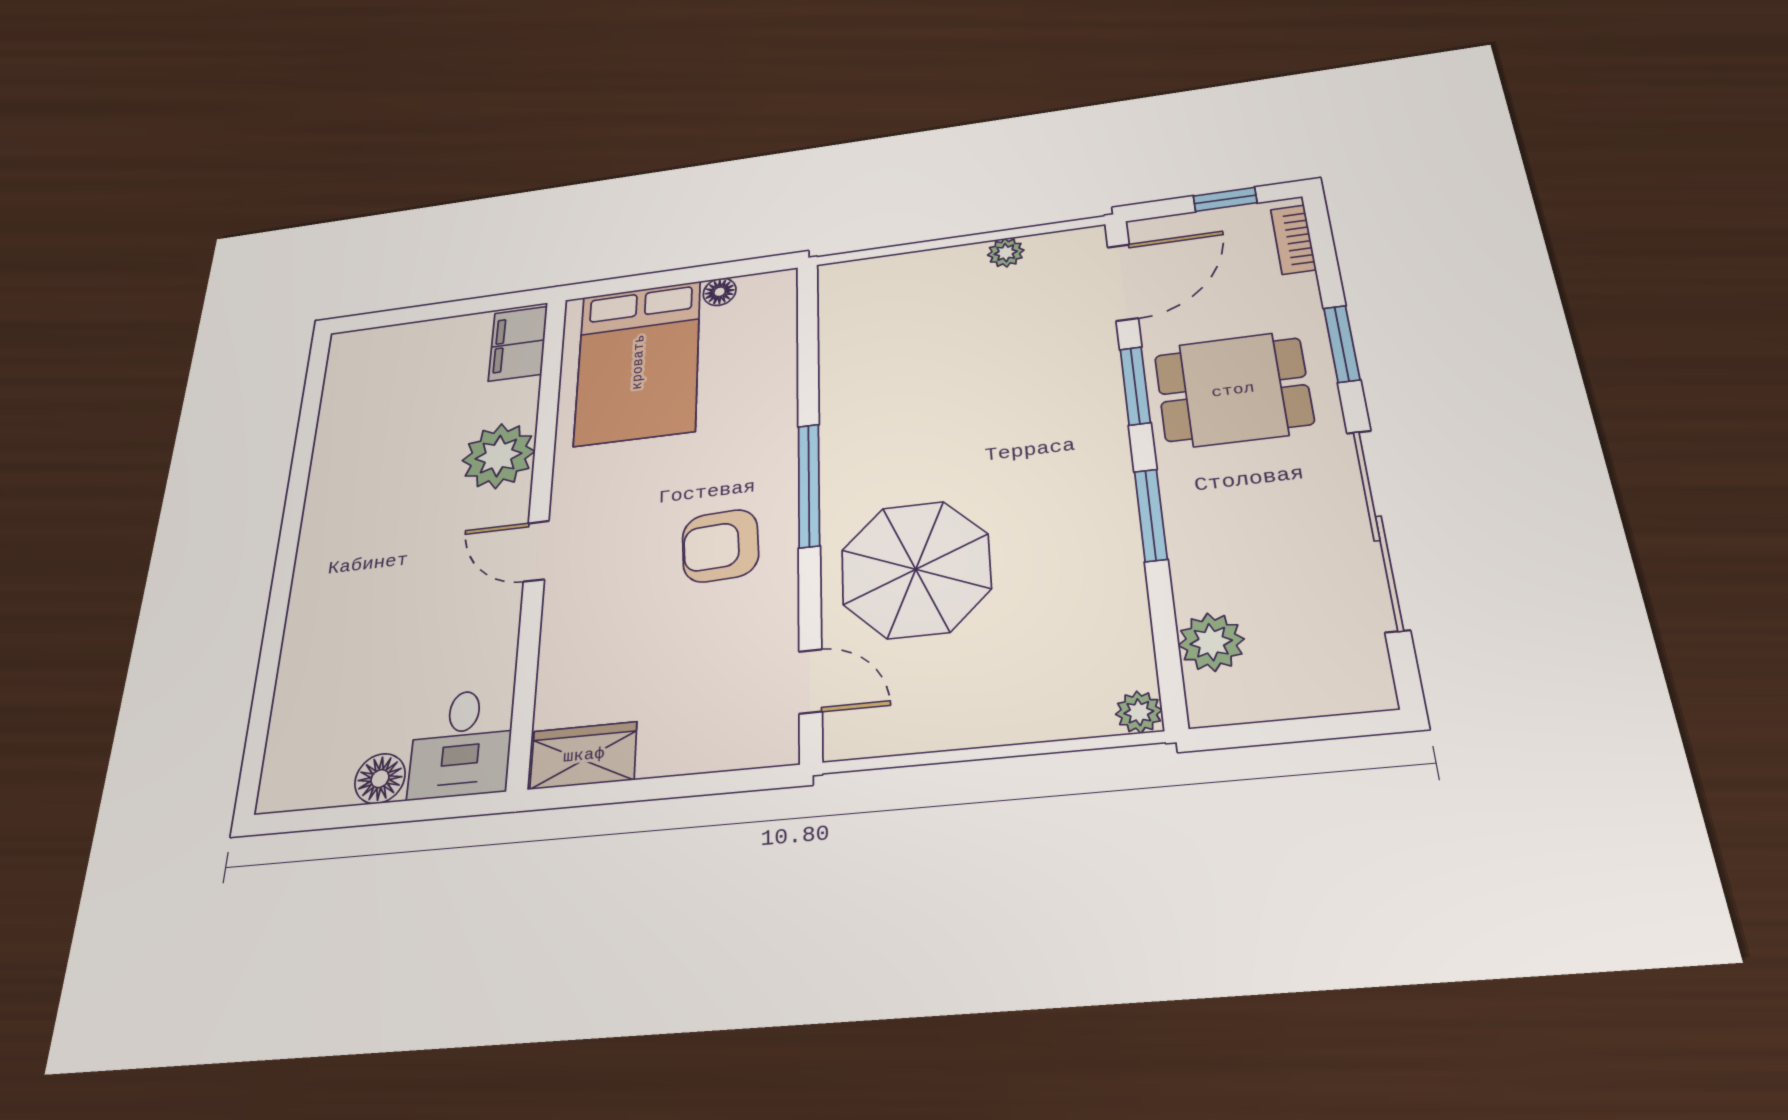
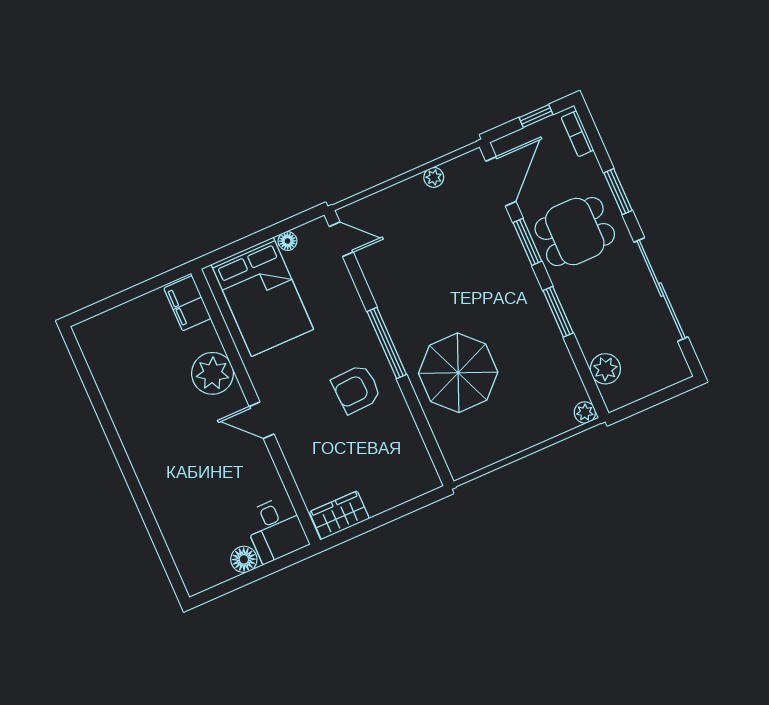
door: (810, 681) -> (341, 239), moved

